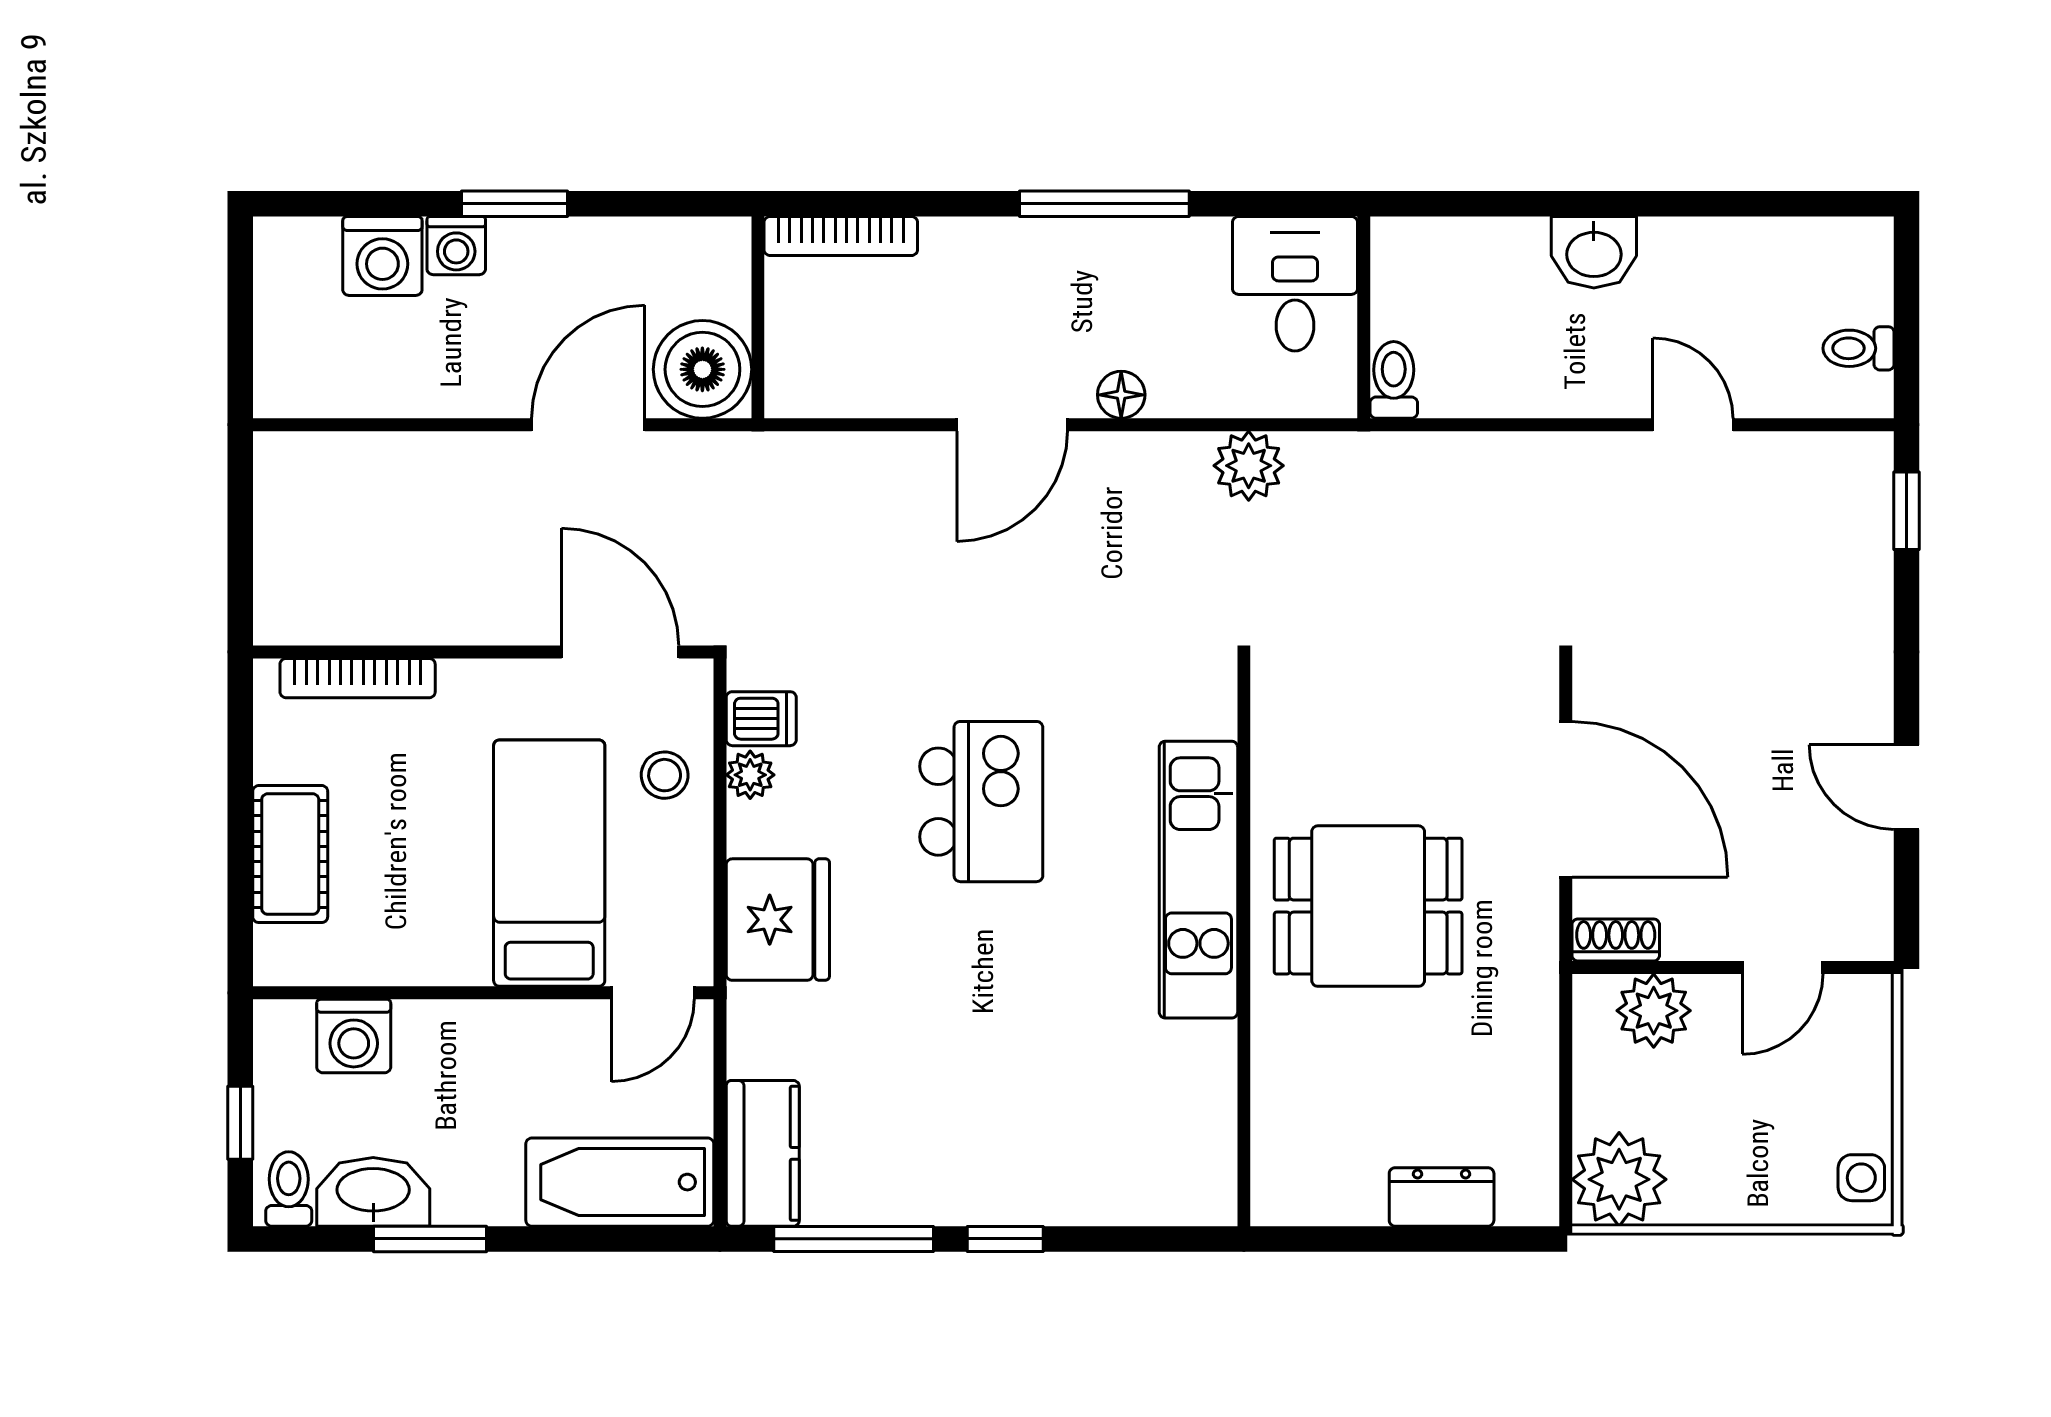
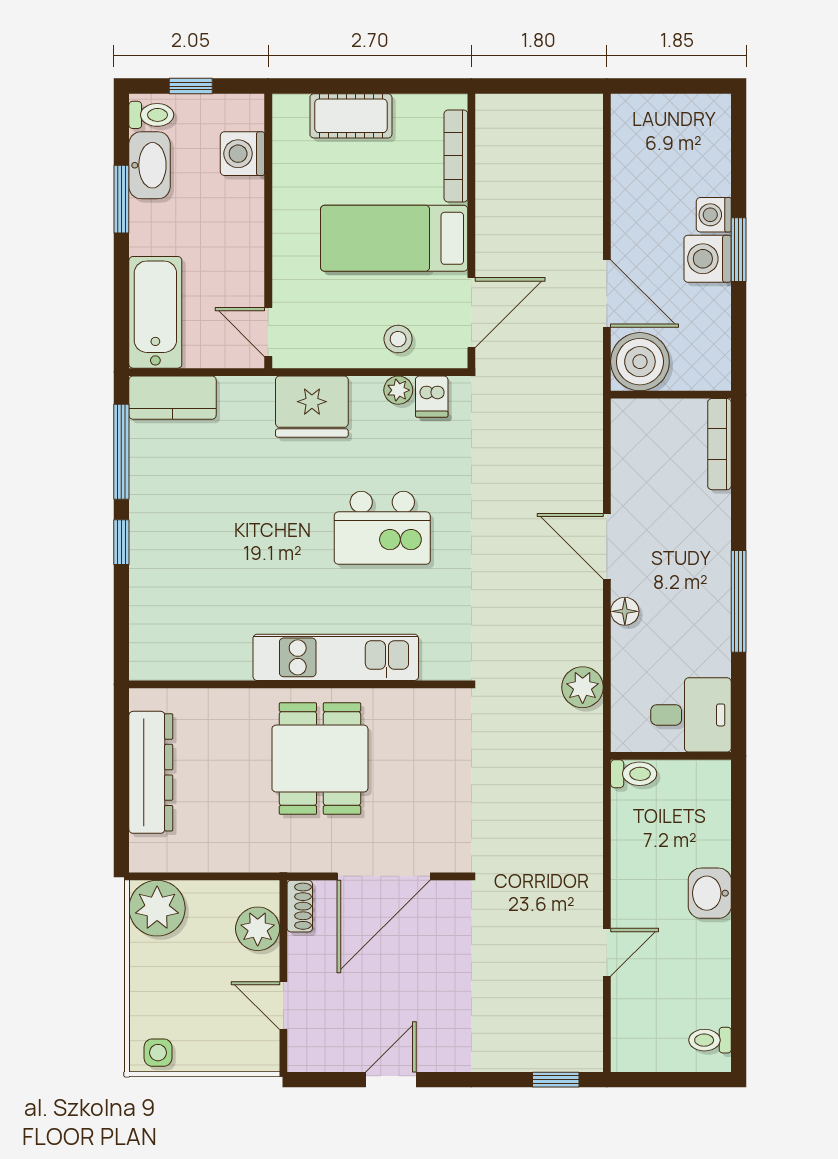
washing machine: (382, 256) -> (708, 259), moved
toilet: (1858, 348) -> (710, 1040), moved, turned -90
bed: (549, 863) -> (394, 238), moved, turned 180
dresser: (1442, 1197) -> (151, 772), width x1.96, depth x1.24

